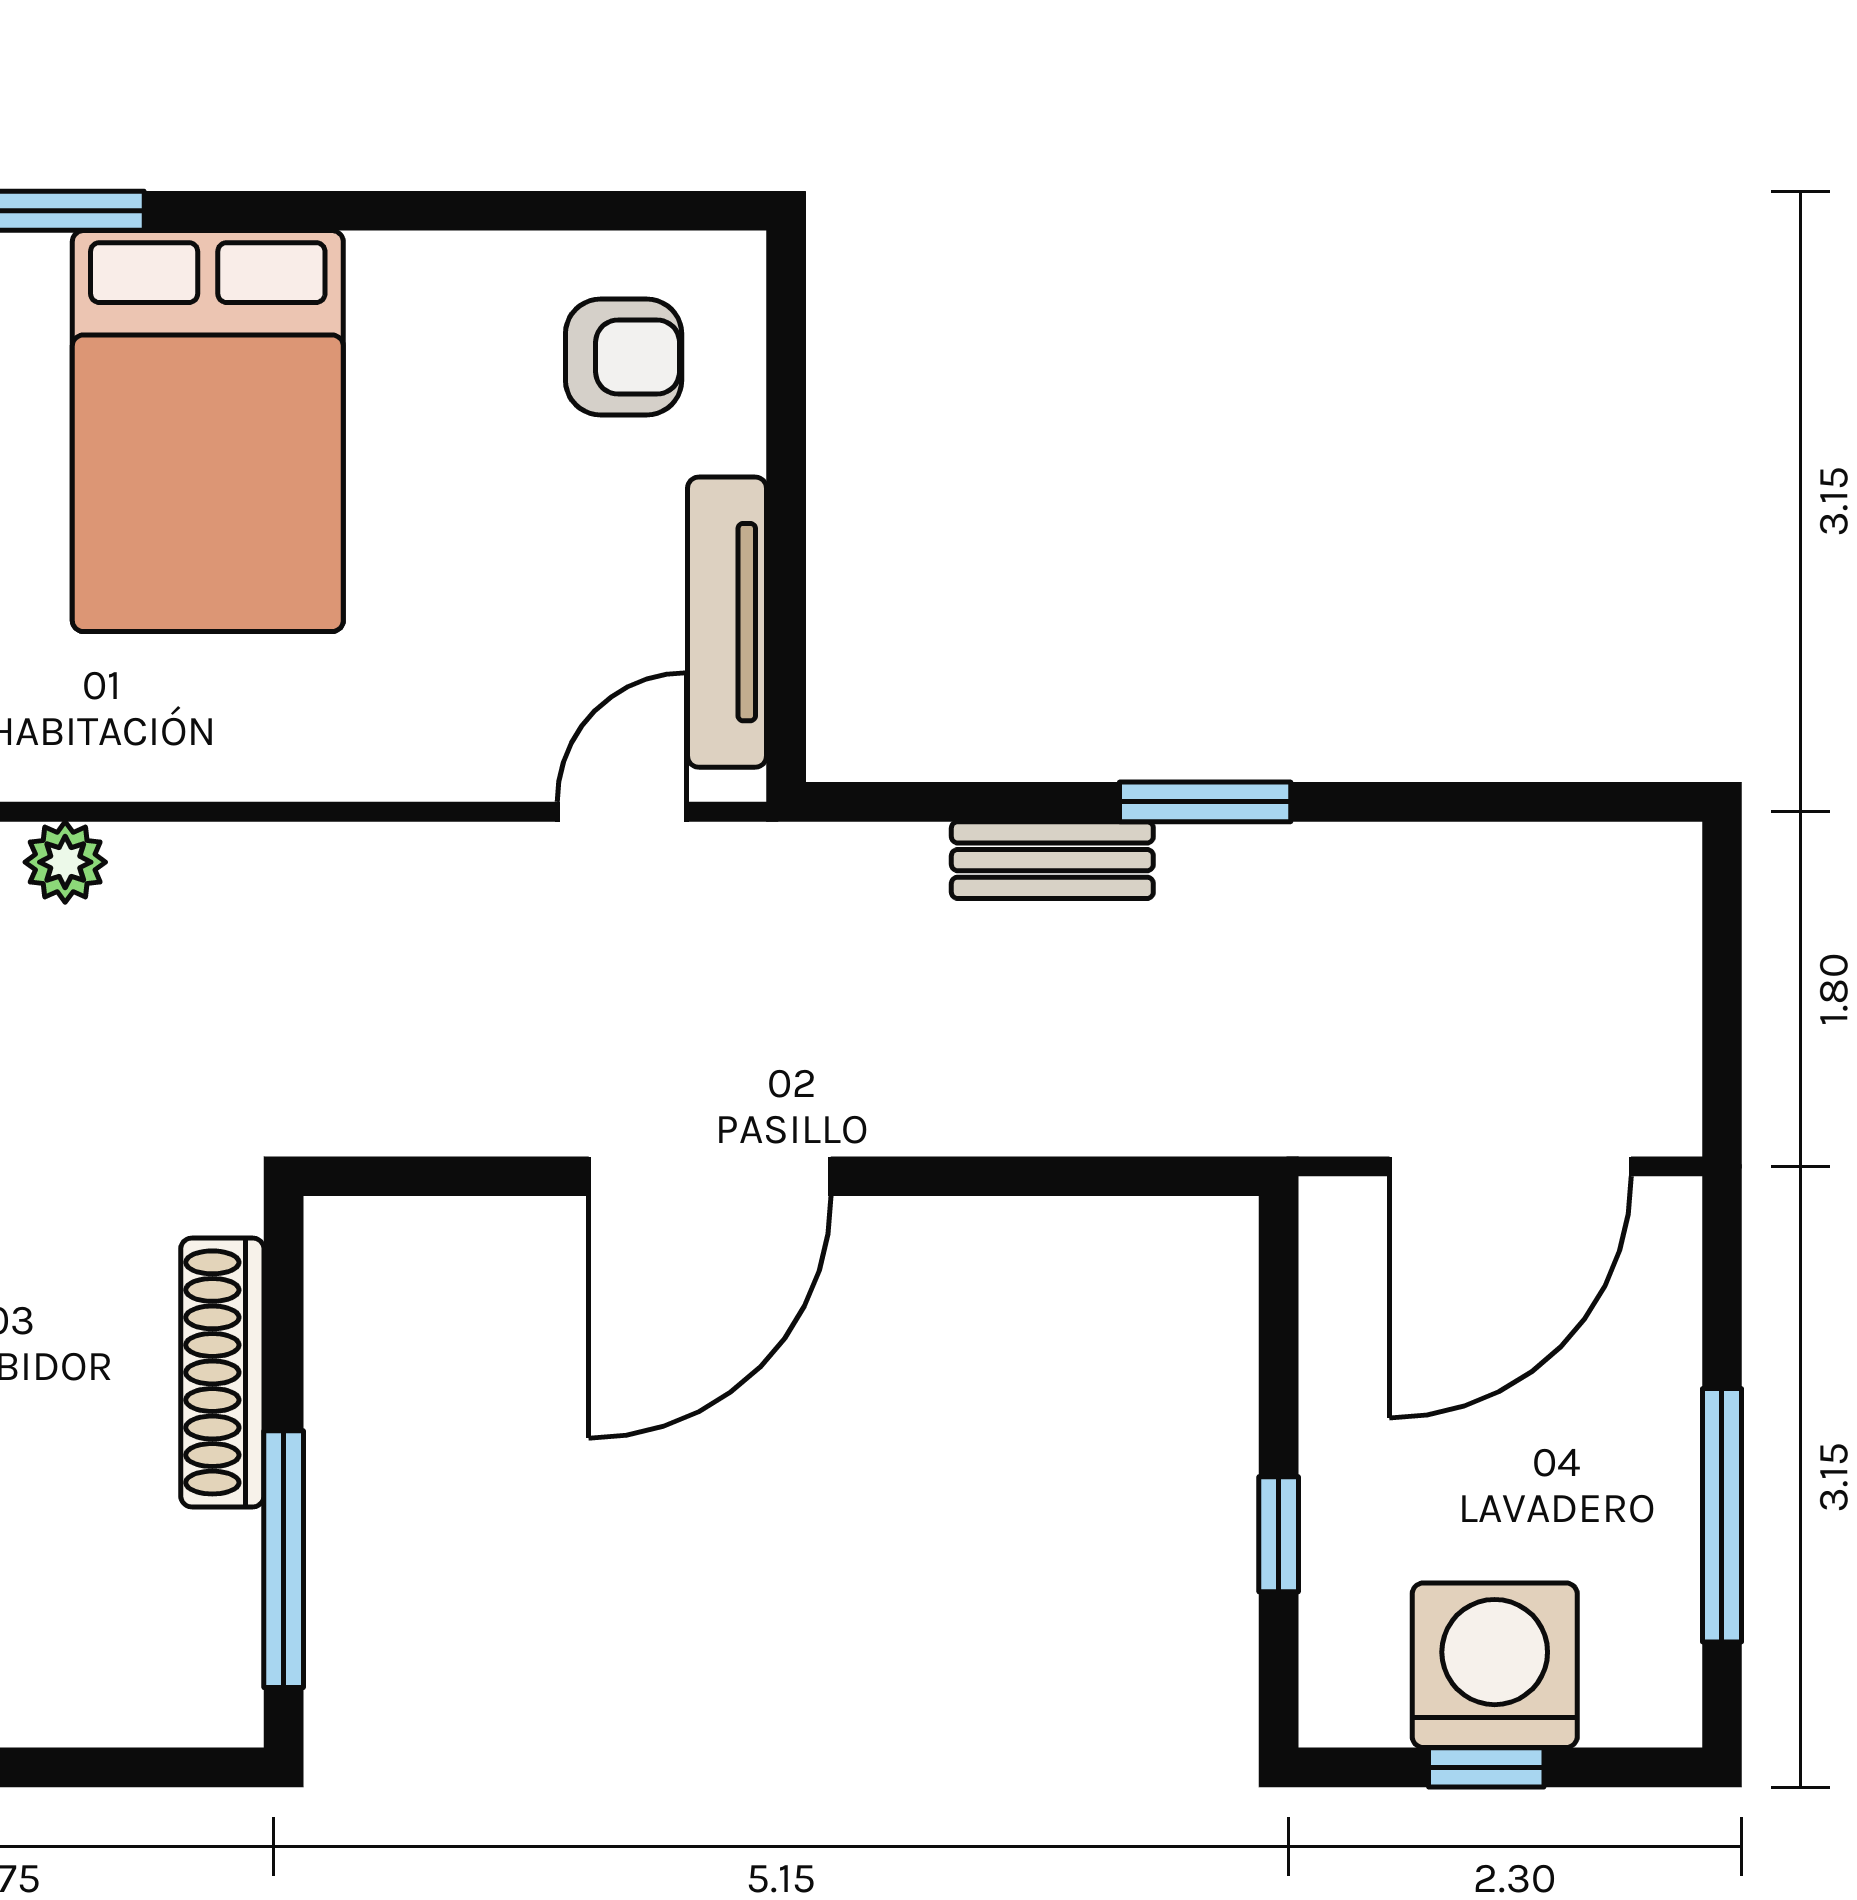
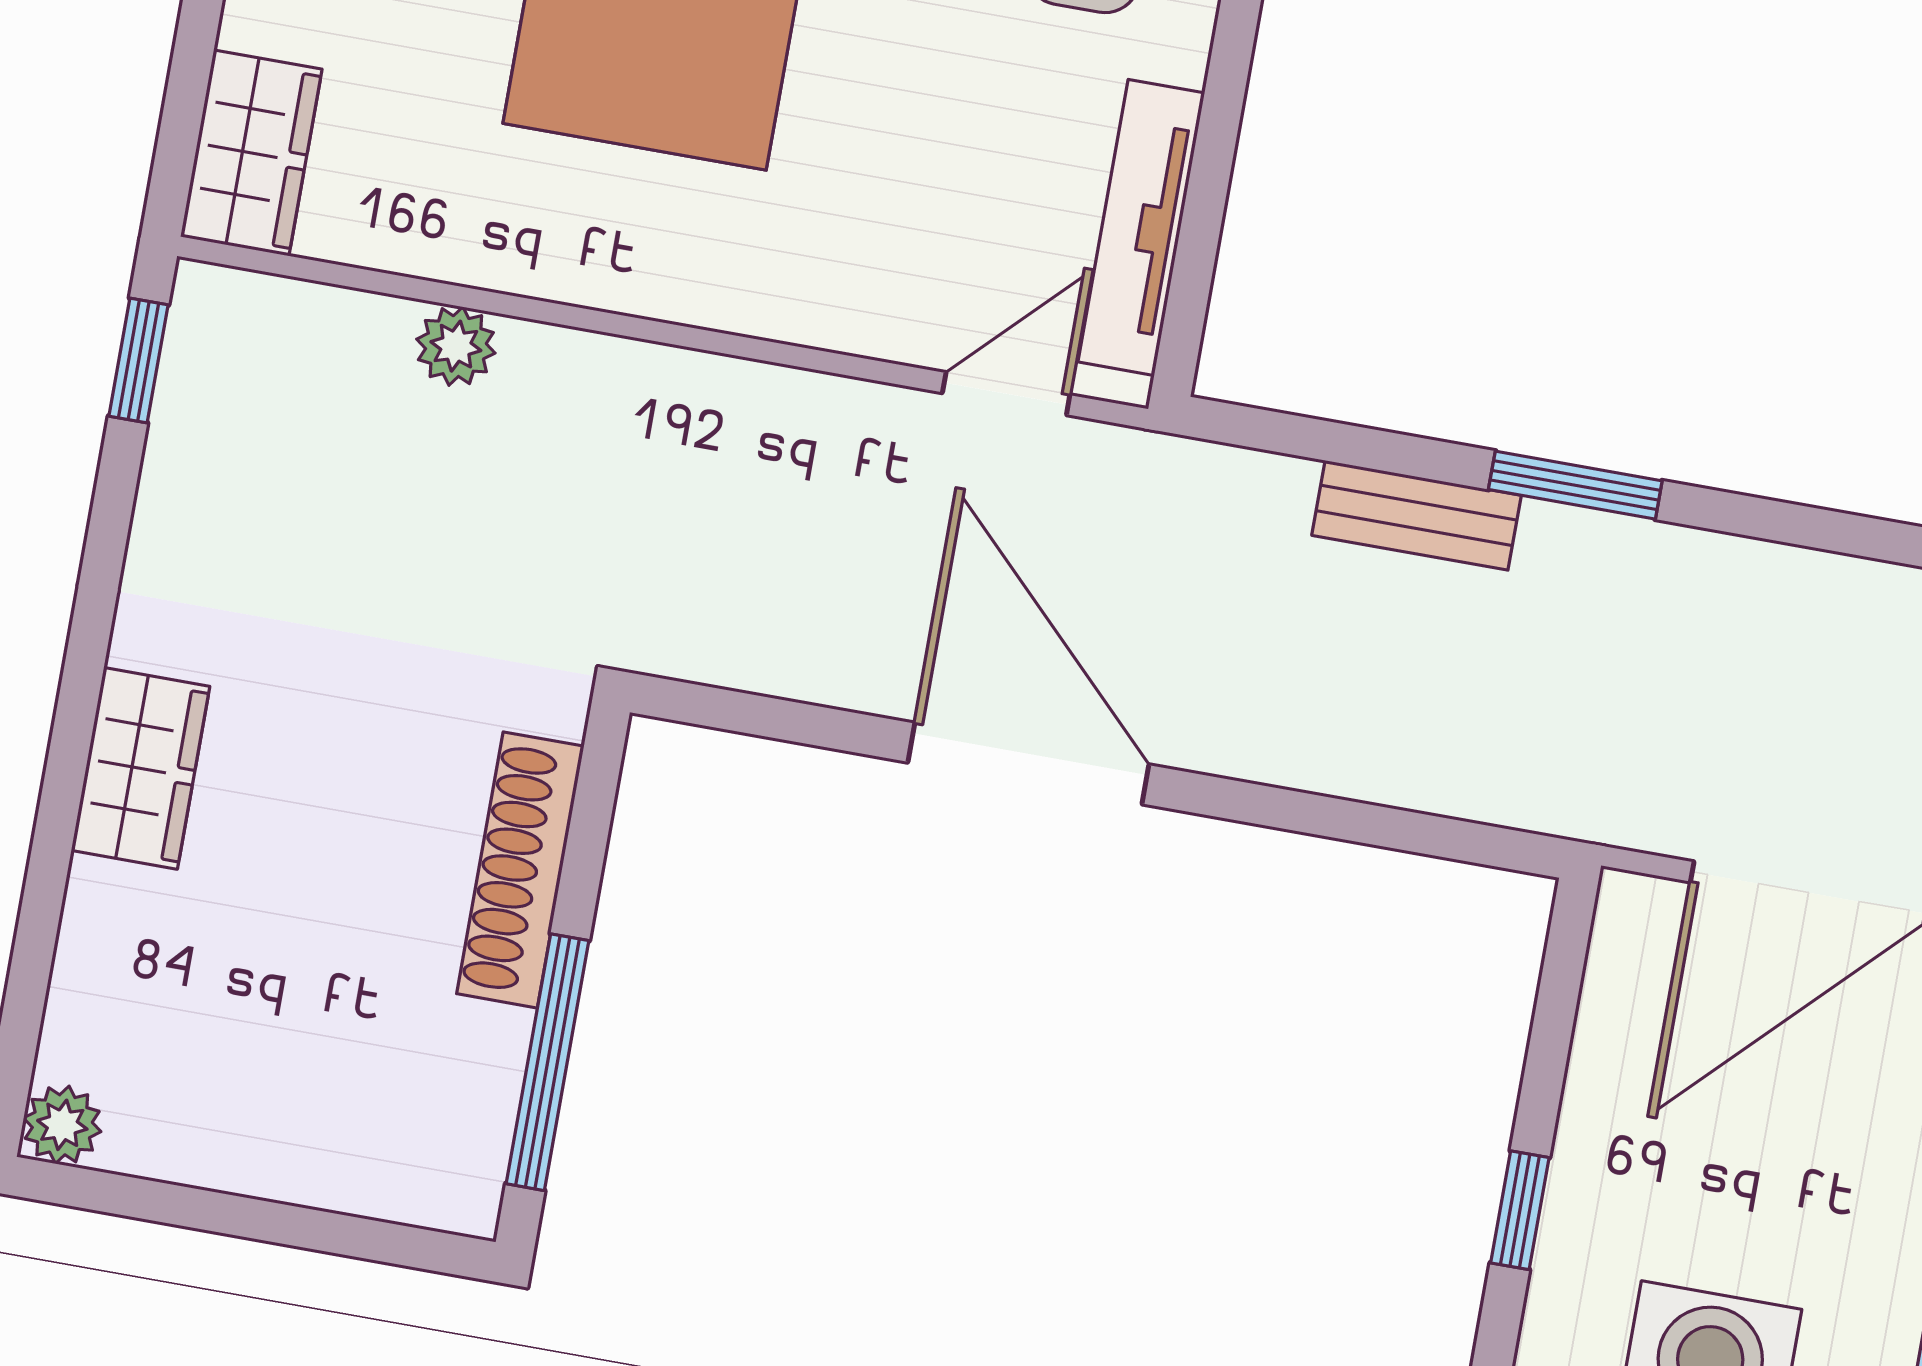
door: (710, 1176) -> (1028, 763), swing flipped

